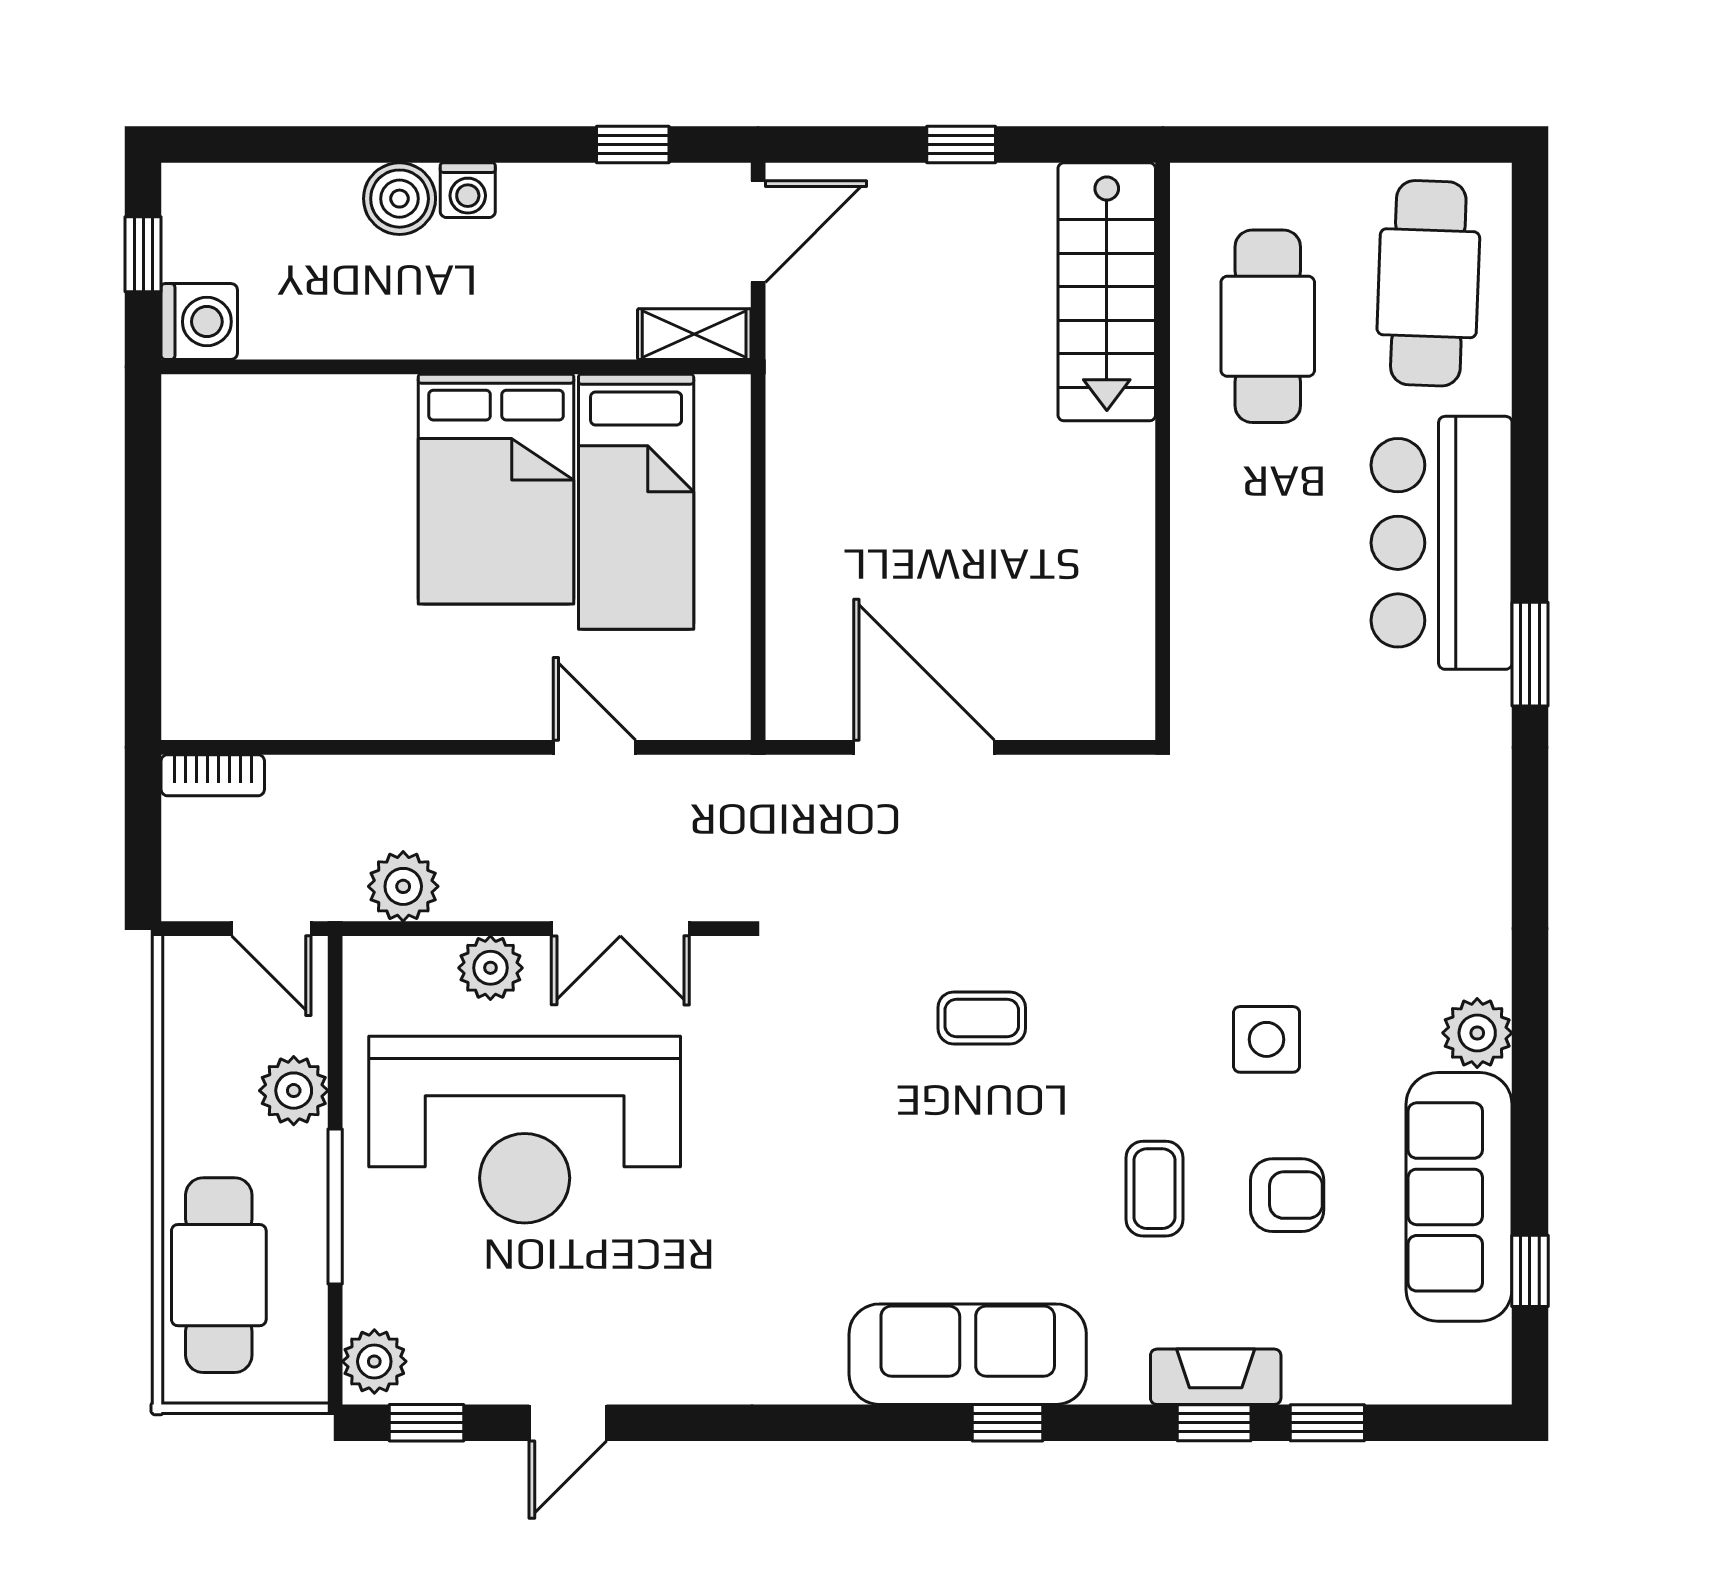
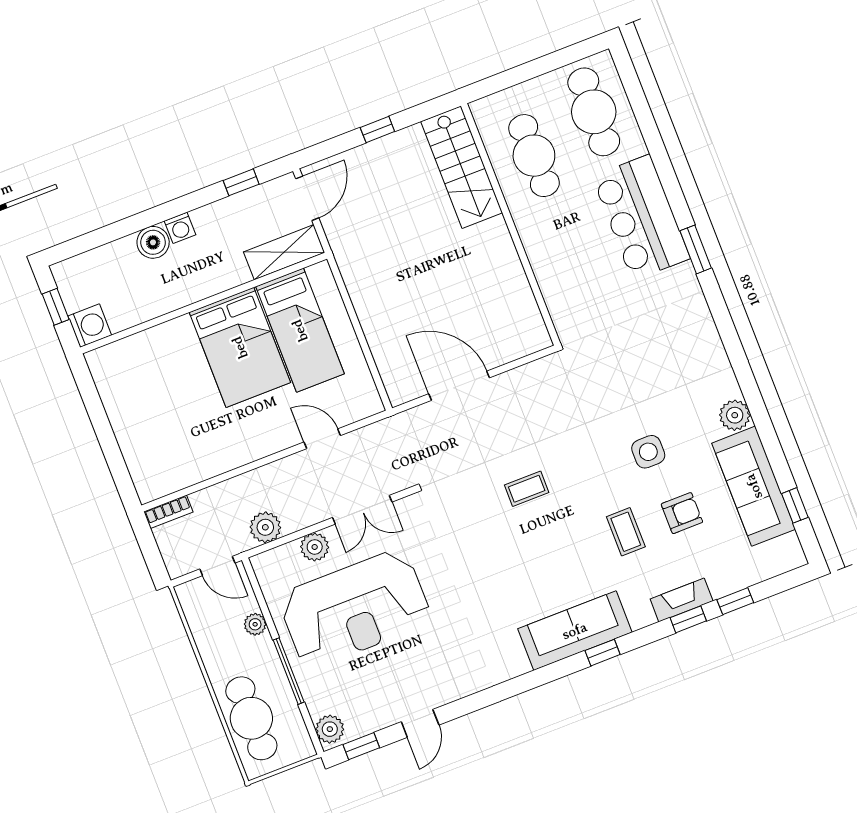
shelving: (694, 334) -> (284, 252), width x1.50, depth x1.33
plant: (294, 1091) -> (255, 624), width x0.73, depth x0.73

